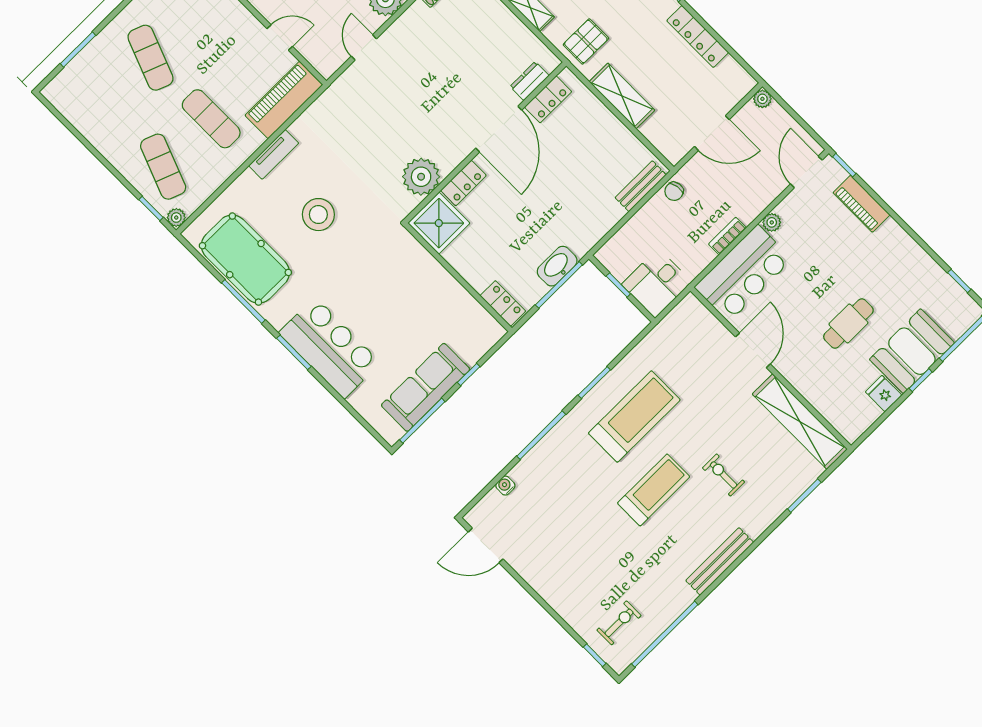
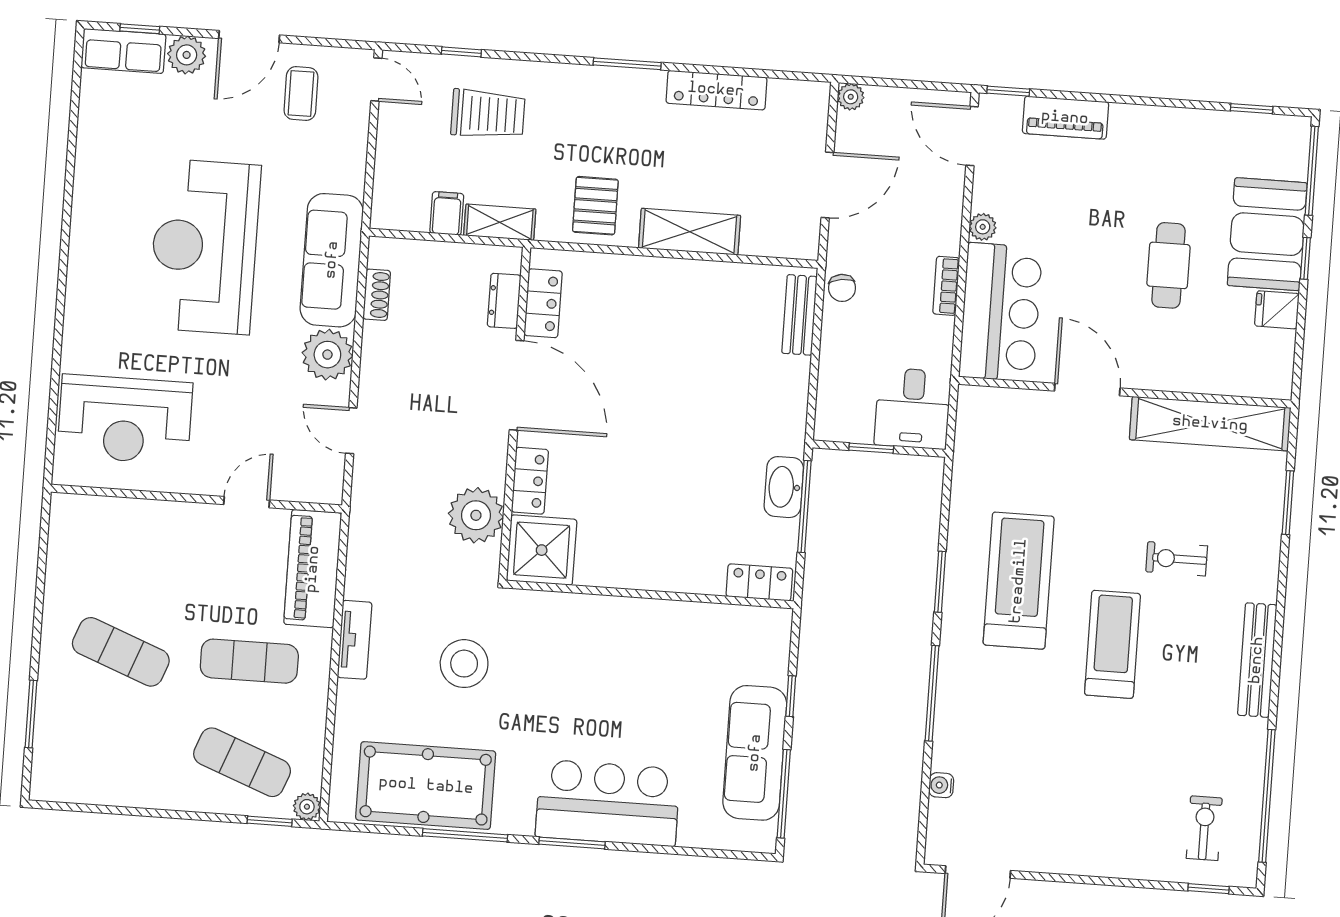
dresser: (530, 81) -> (504, 301), moved
locker: (548, 99) -> (543, 303), moved
door: (499, 129) -> (517, 385), moved
wall: (485, 143) -> (515, 414), moved
plant: (421, 177) -> (476, 515), moved
locker: (463, 183) -> (530, 481), moved
shower: (439, 223) -> (542, 550), moved

